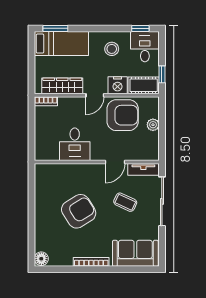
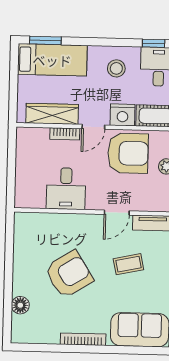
bookcase: (46, 101) -> (65, 134), moved
coffee table: (125, 202) -> (128, 264), turned -37
floor lamp: (41, 259) -> (20, 305), moved

